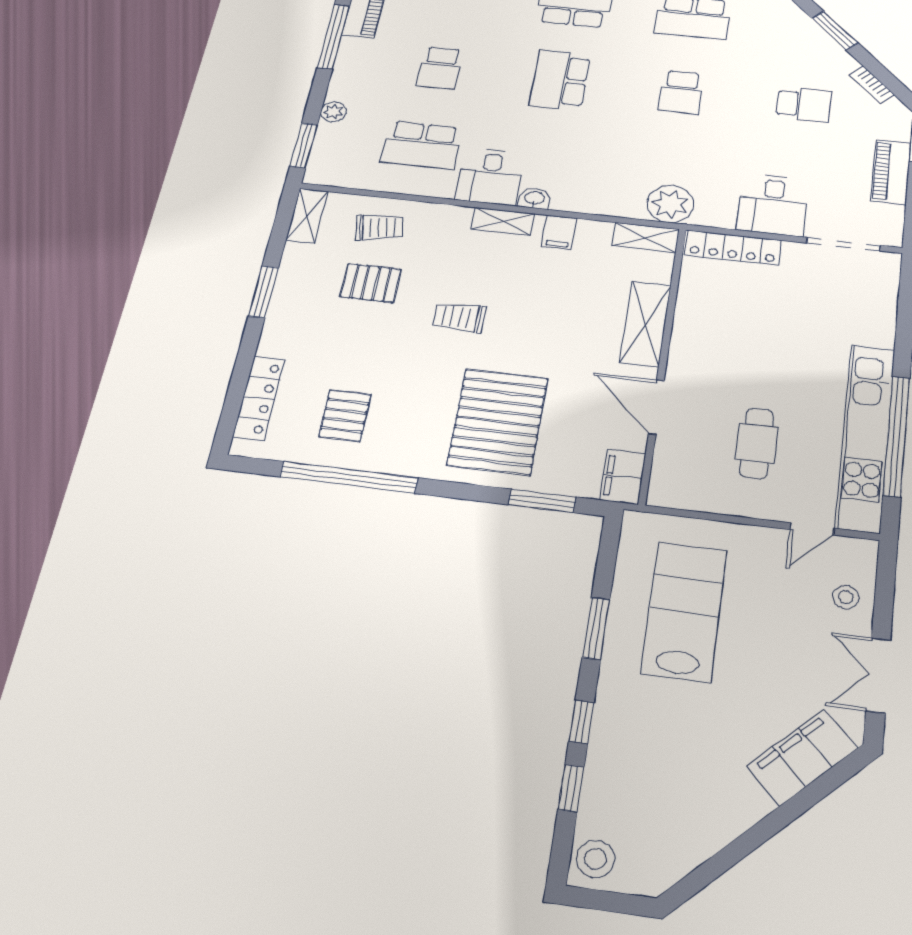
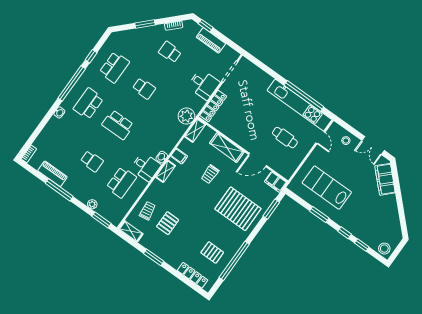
school desk: (804, 105) -> (170, 52), turned -90
trolley: (459, 317) -> (210, 174), moved

